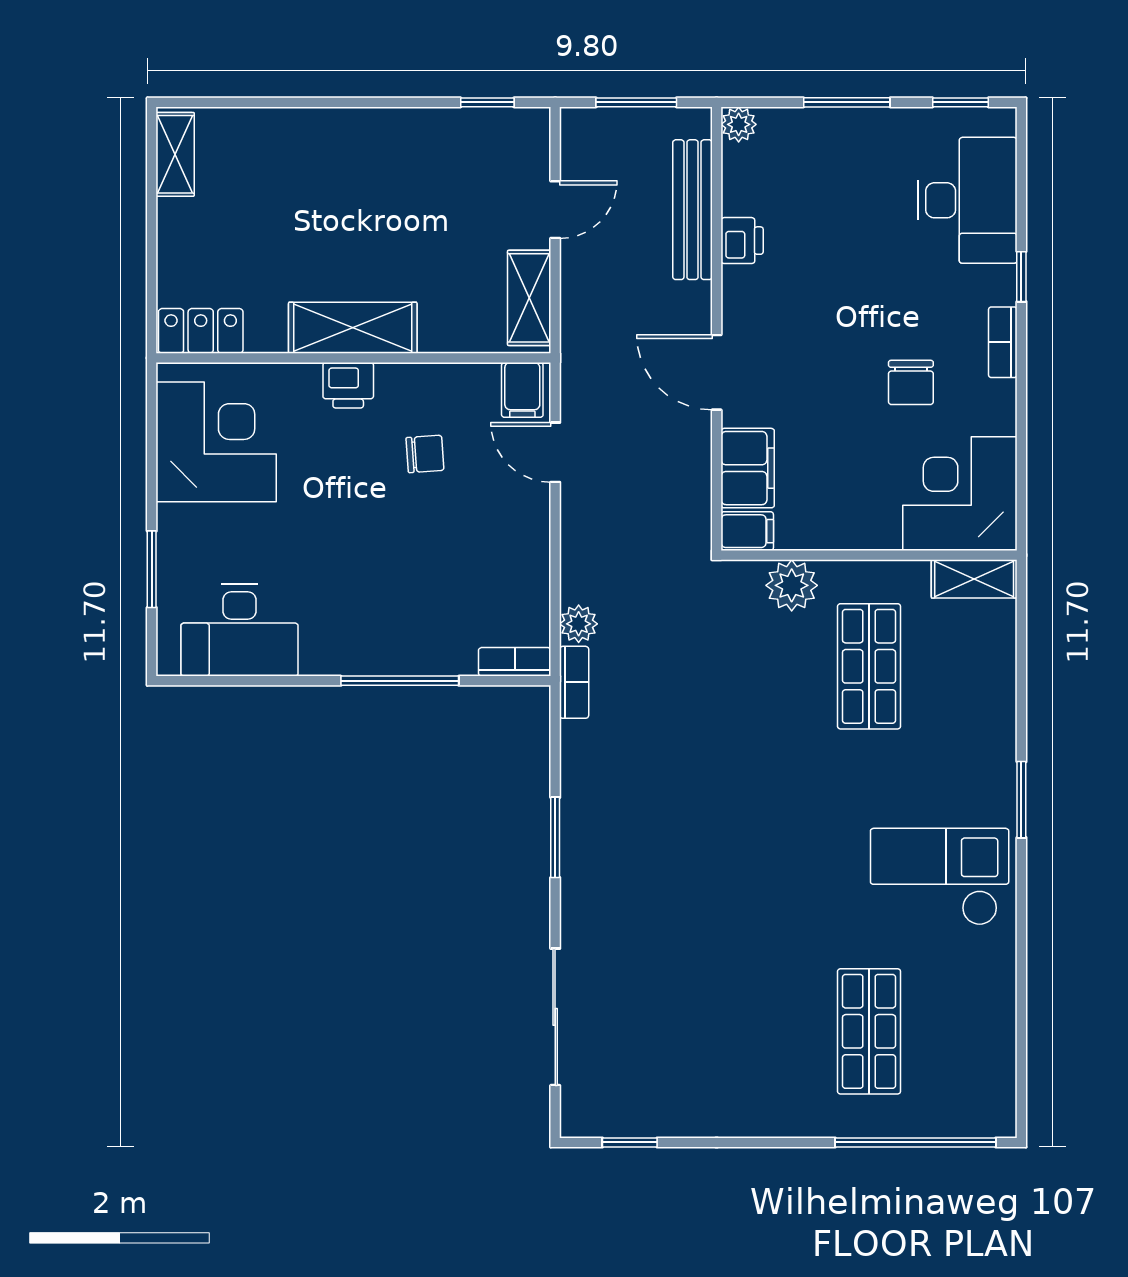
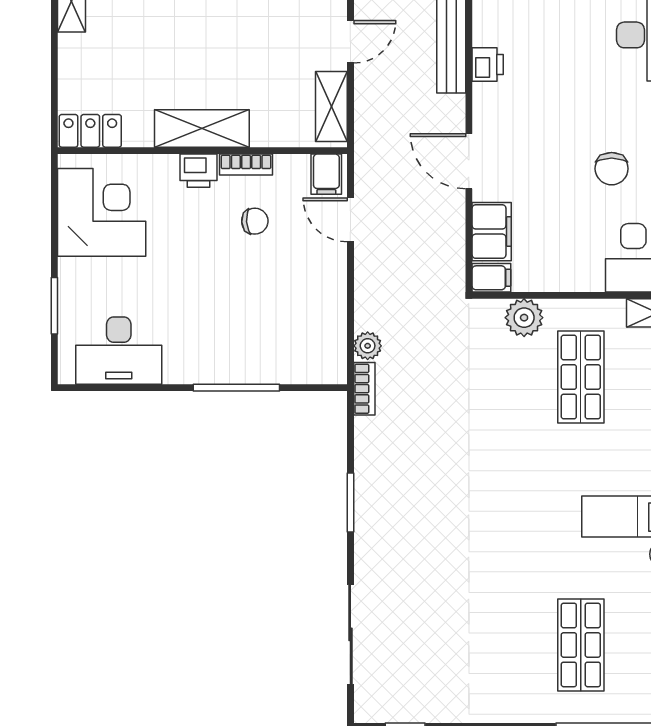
bookcase: (515, 662) -> (246, 164), moved, turned 180

